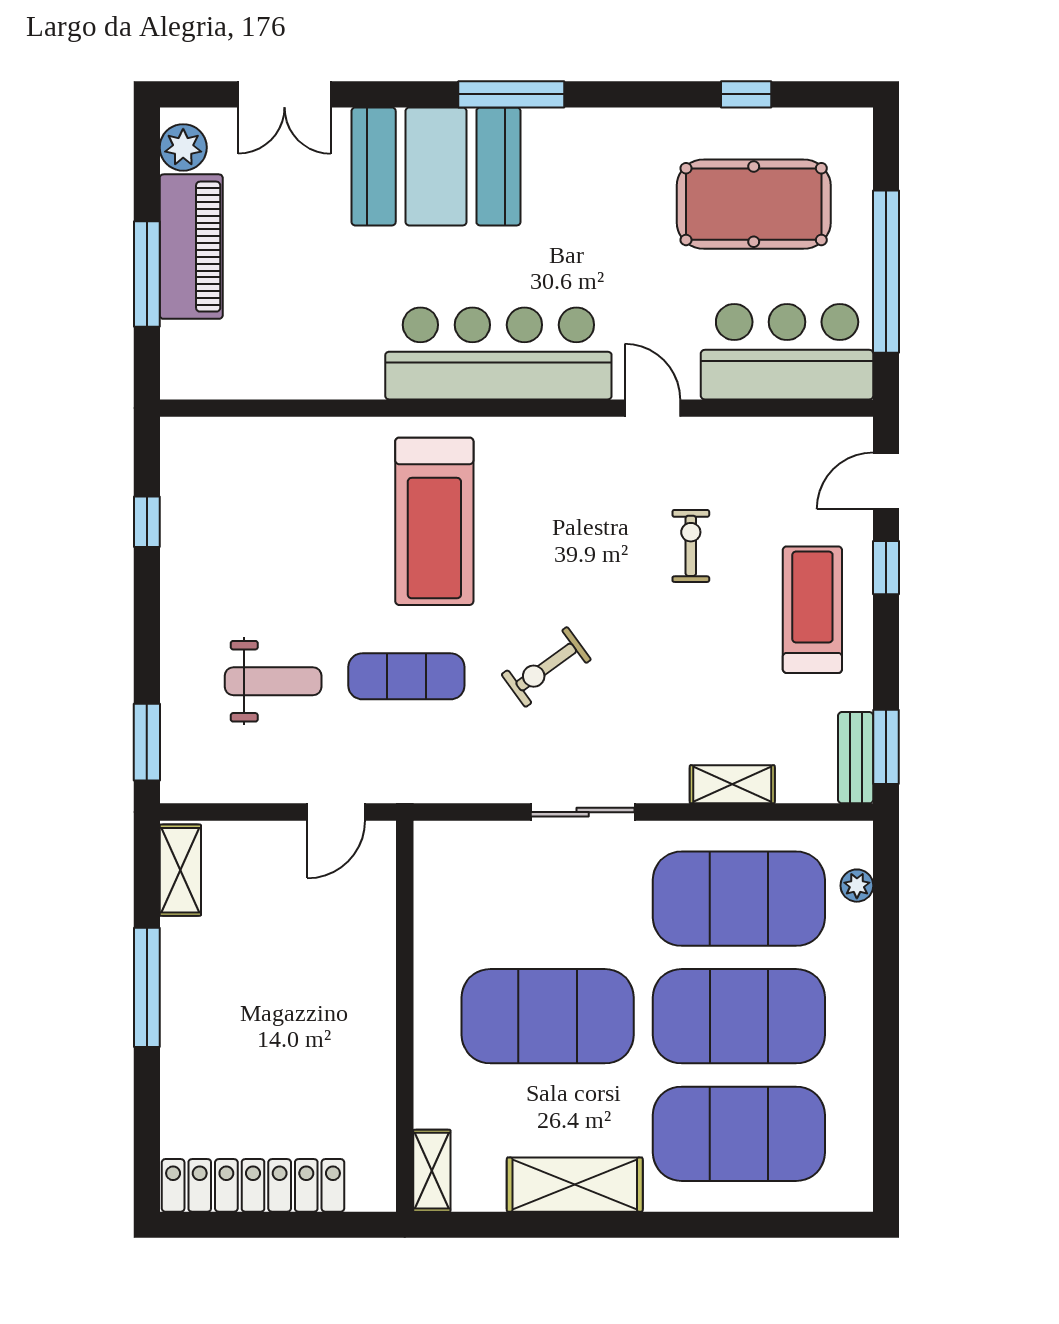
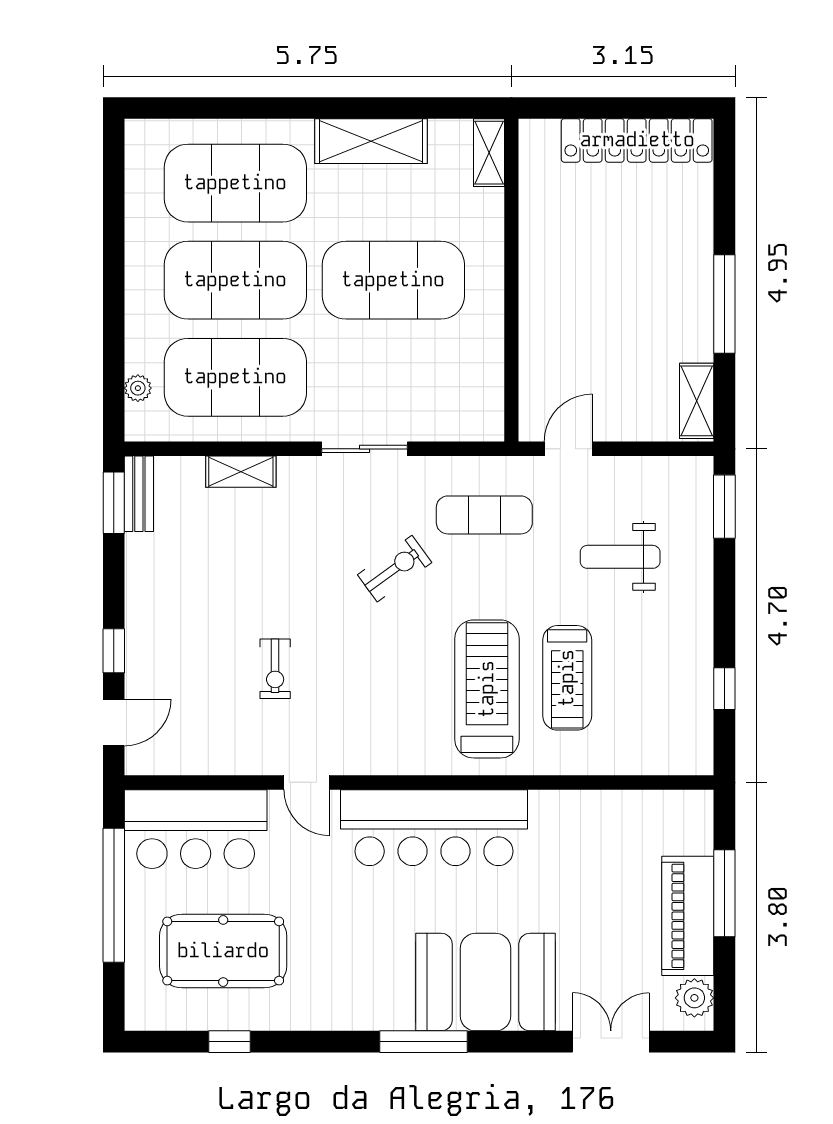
treadmill: (812, 610) -> (567, 678), moved
exercise mat: (406, 676) -> (484, 515), moved

